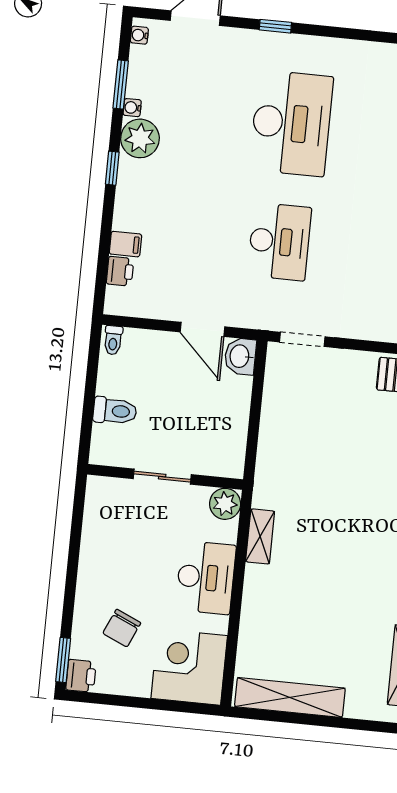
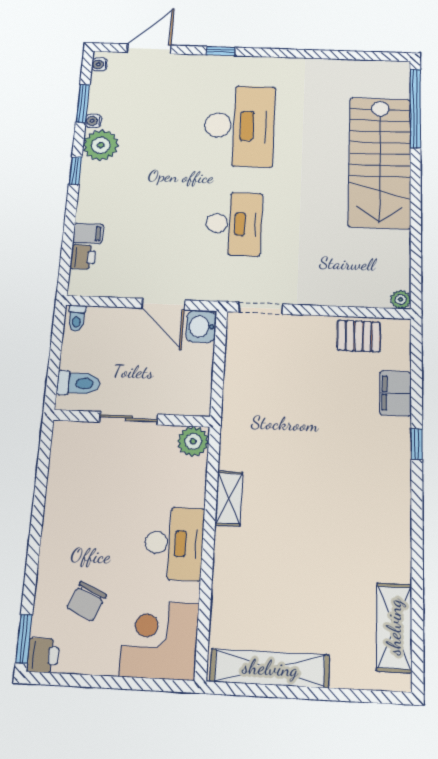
sliding door: (162, 477) -> (129, 418), moved
wall: (165, 477) -> (132, 418), moved
plant: (225, 504) -> (193, 441), moved

